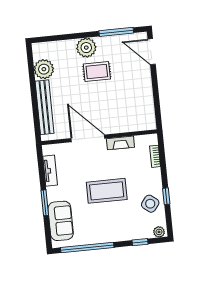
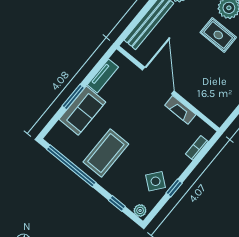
coffee table: (107, 191) -> (106, 153), moved, turned 90
sofa: (61, 221) -> (82, 111), moved

